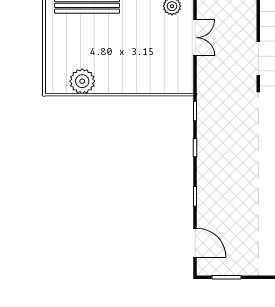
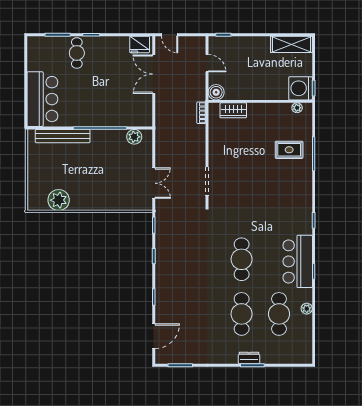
double door: (195, 38) -> (154, 183), moved
door: (195, 243) -> (154, 336), hinge flipped

